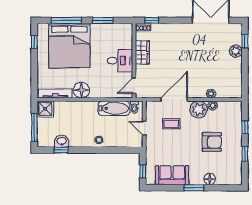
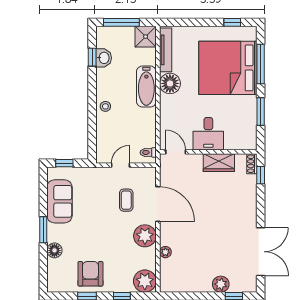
plant: (213, 105) -> (145, 281), moved, width x1.88, depth x1.88
bathtub: (114, 108) -> (146, 87), moved
armchair: (212, 142) -> (90, 274), moved, turned 180

